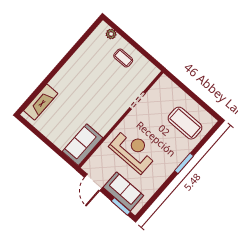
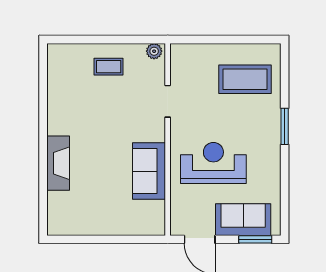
plant: (111, 34) -> (154, 51), moved
fireplace: (41, 102) -> (58, 163), moved
sofa: (83, 145) -> (149, 171), moved

